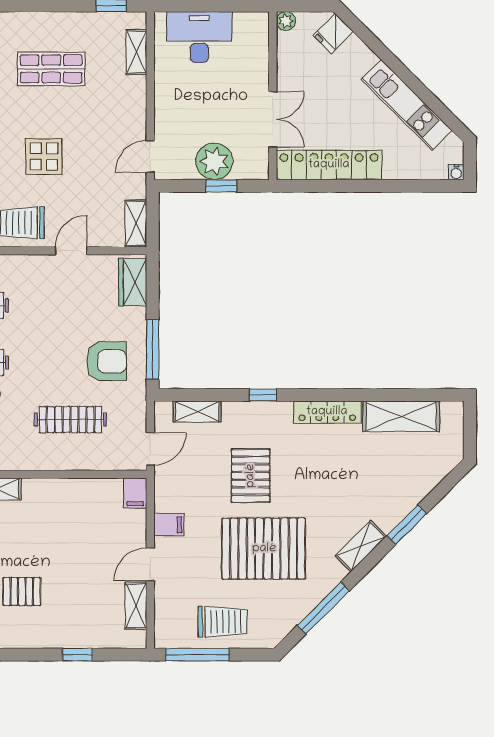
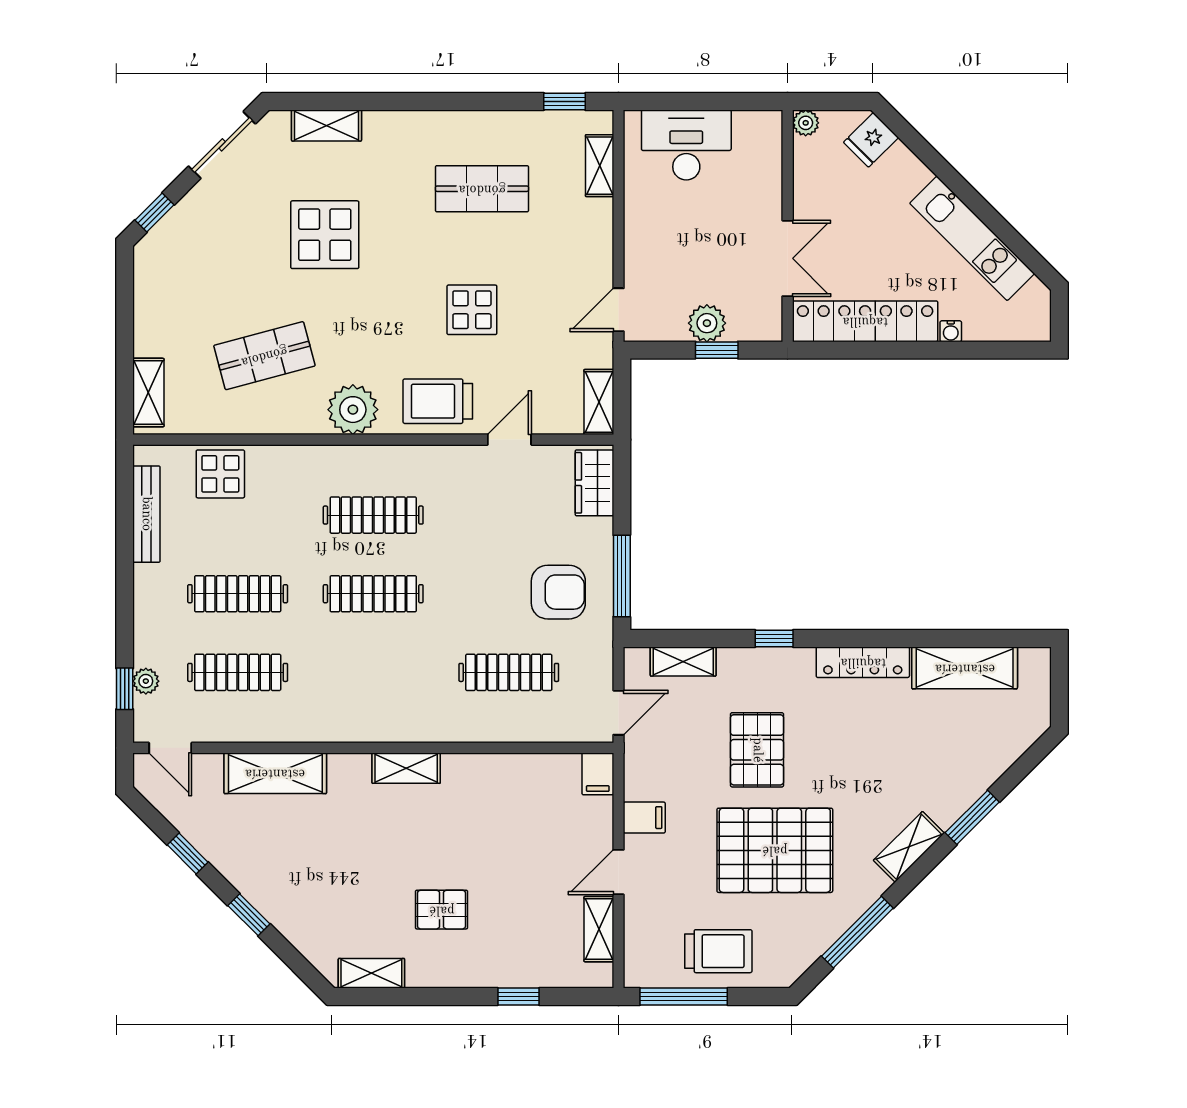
plant: (214, 161) -> (707, 323), width x0.73, depth x0.73
water cooler: (456, 172) -> (951, 331), moved

